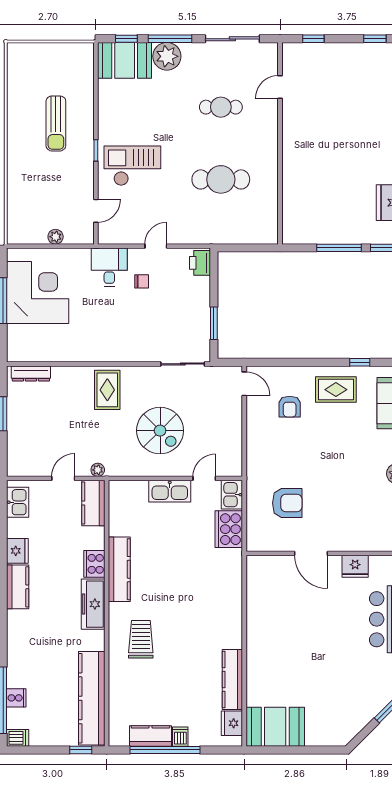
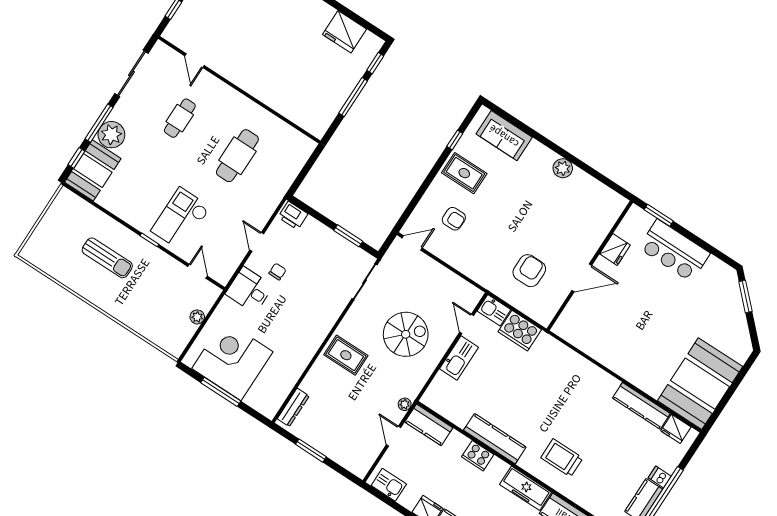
rug: (336, 390) -> (464, 173), turned 90
freezer: (93, 604) -> (526, 488), moved
booth: (275, 727) -> (700, 384), width x1.36, depth x1.42

